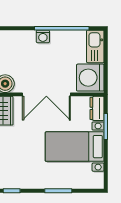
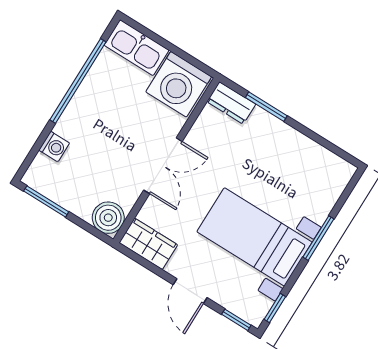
washing machine: (43, 36) -> (54, 147), moved
double door: (46, 94) -> (163, 166), width x0.73
bed with nightstands: (75, 147) -> (254, 237), moved, turned 90

